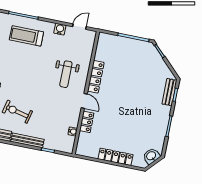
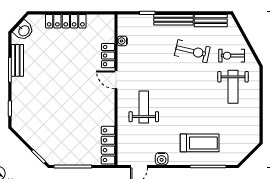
locker: (96, 77) -> (108, 145), moved
bench: (169, 92) -> (17, 60), moved

